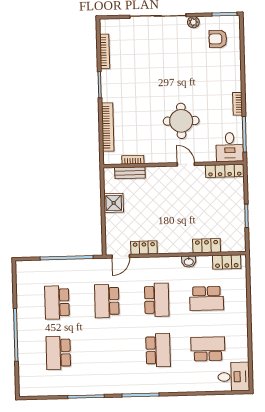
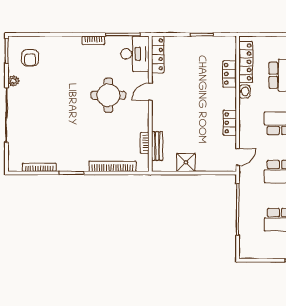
desk: (230, 147) -> (135, 54), width x1.37
locker: (144, 248) -> (230, 123), moved
door: (121, 256) -> (238, 157), hinge flipped
locker: (227, 262) -> (246, 62), width x1.53

